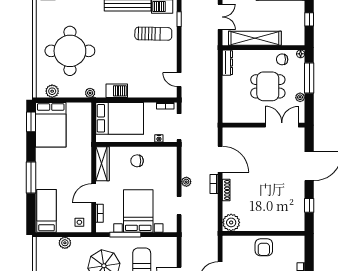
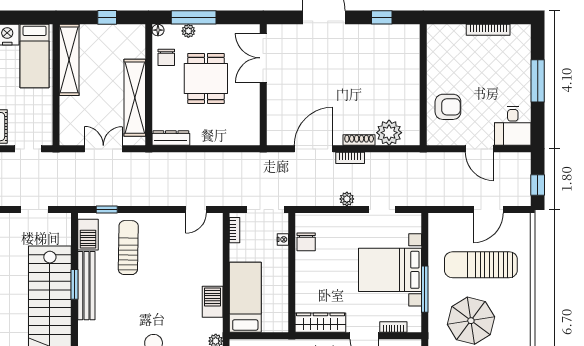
plant: (300, 97) -> (188, 31), moved
bed: (120, 118) -> (245, 297), width x0.67
chair: (137, 161) -> (306, 242), moved
plant: (231, 222) -> (389, 133), moved
armchair: (264, 247) -> (448, 107), moved

